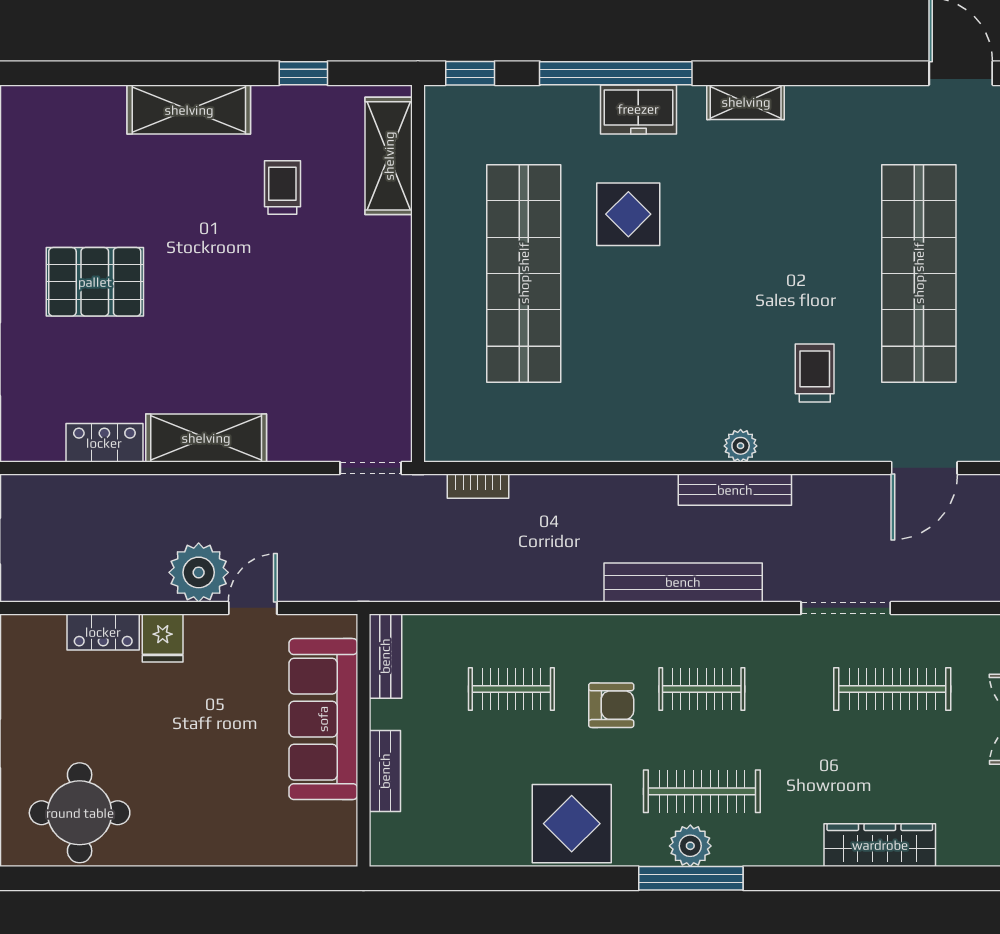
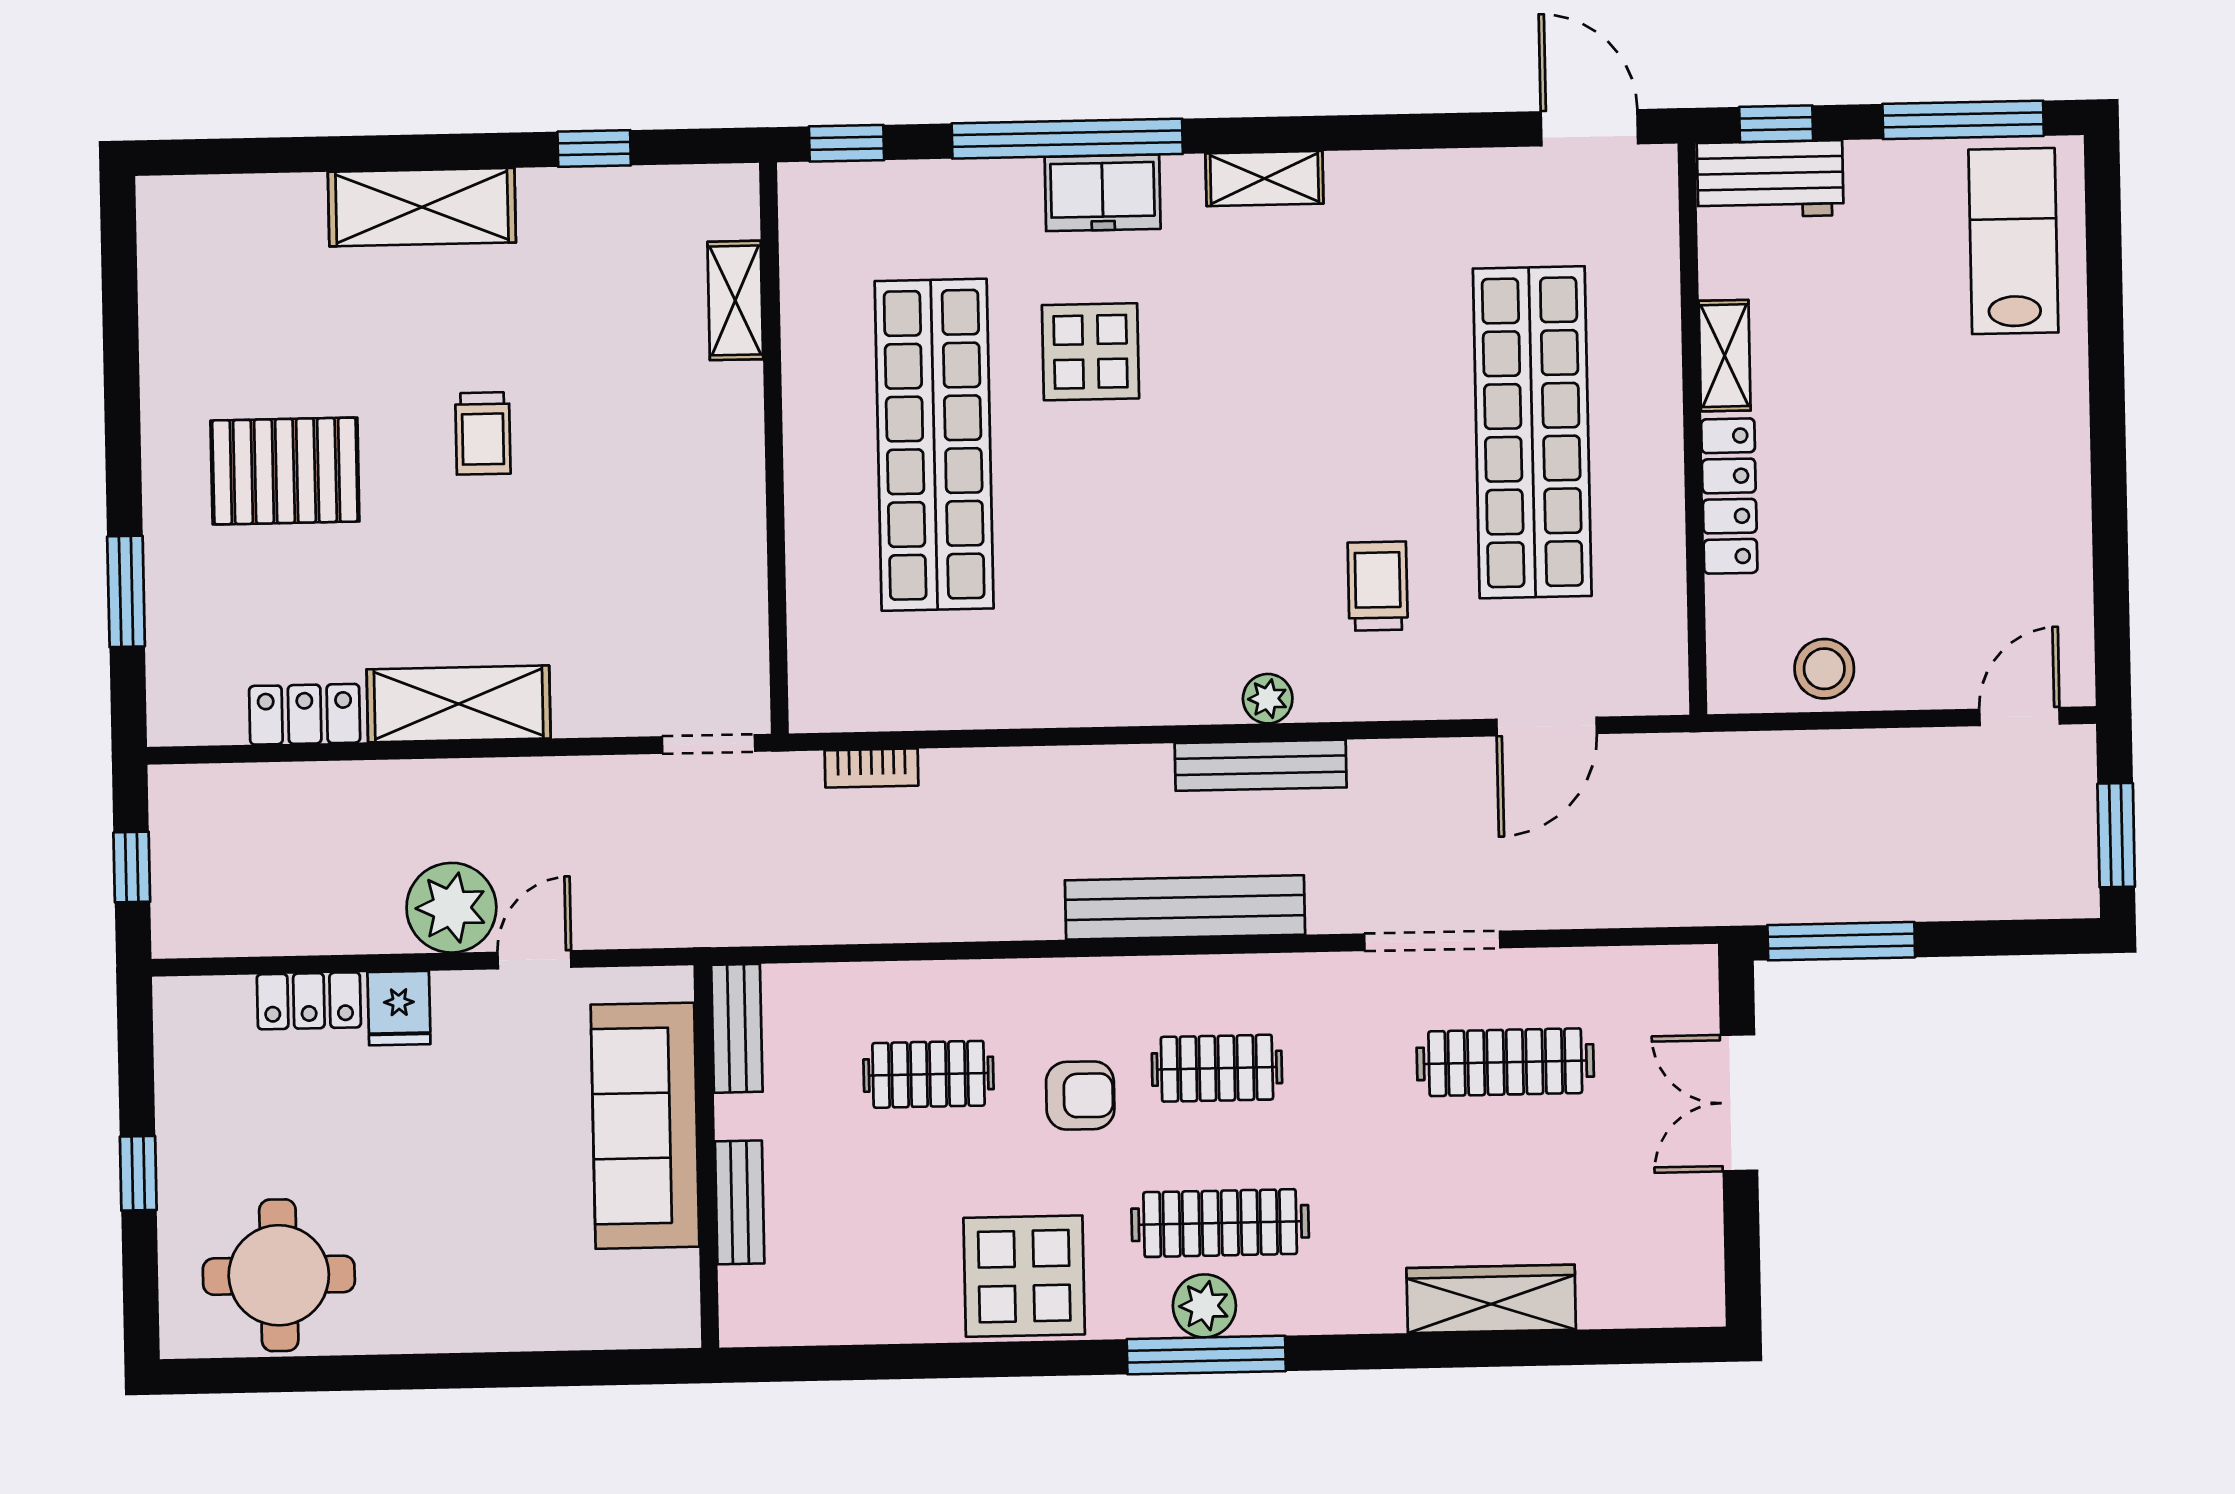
shelving: (389, 156) -> (735, 300), width x0.67, depth x0.75
trolley: (282, 188) -> (483, 433), moved, turned 180

